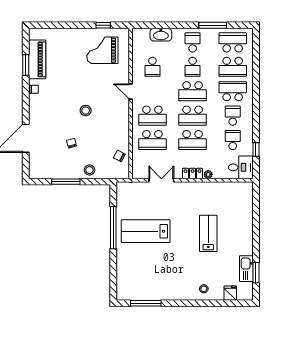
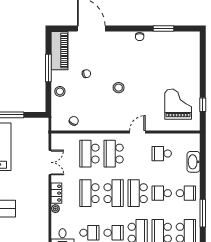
piano: (37, 59) -> (60, 51), moved, turned -90
school desk: (193, 116) -> (114, 193), turned 180

